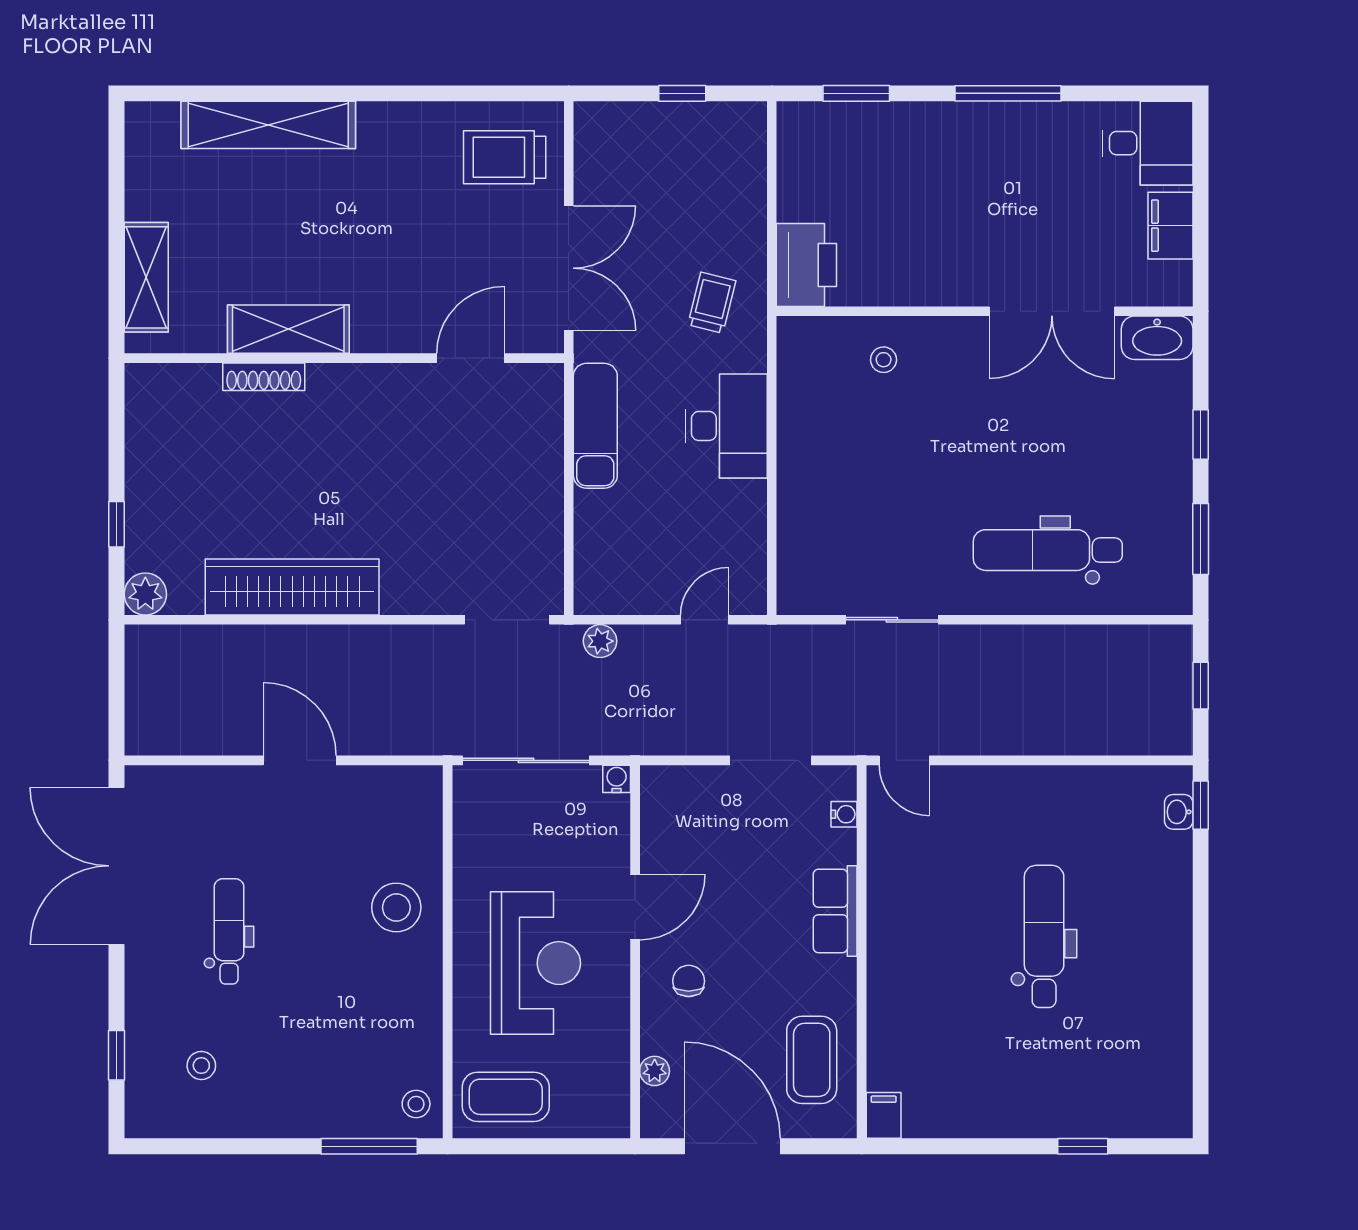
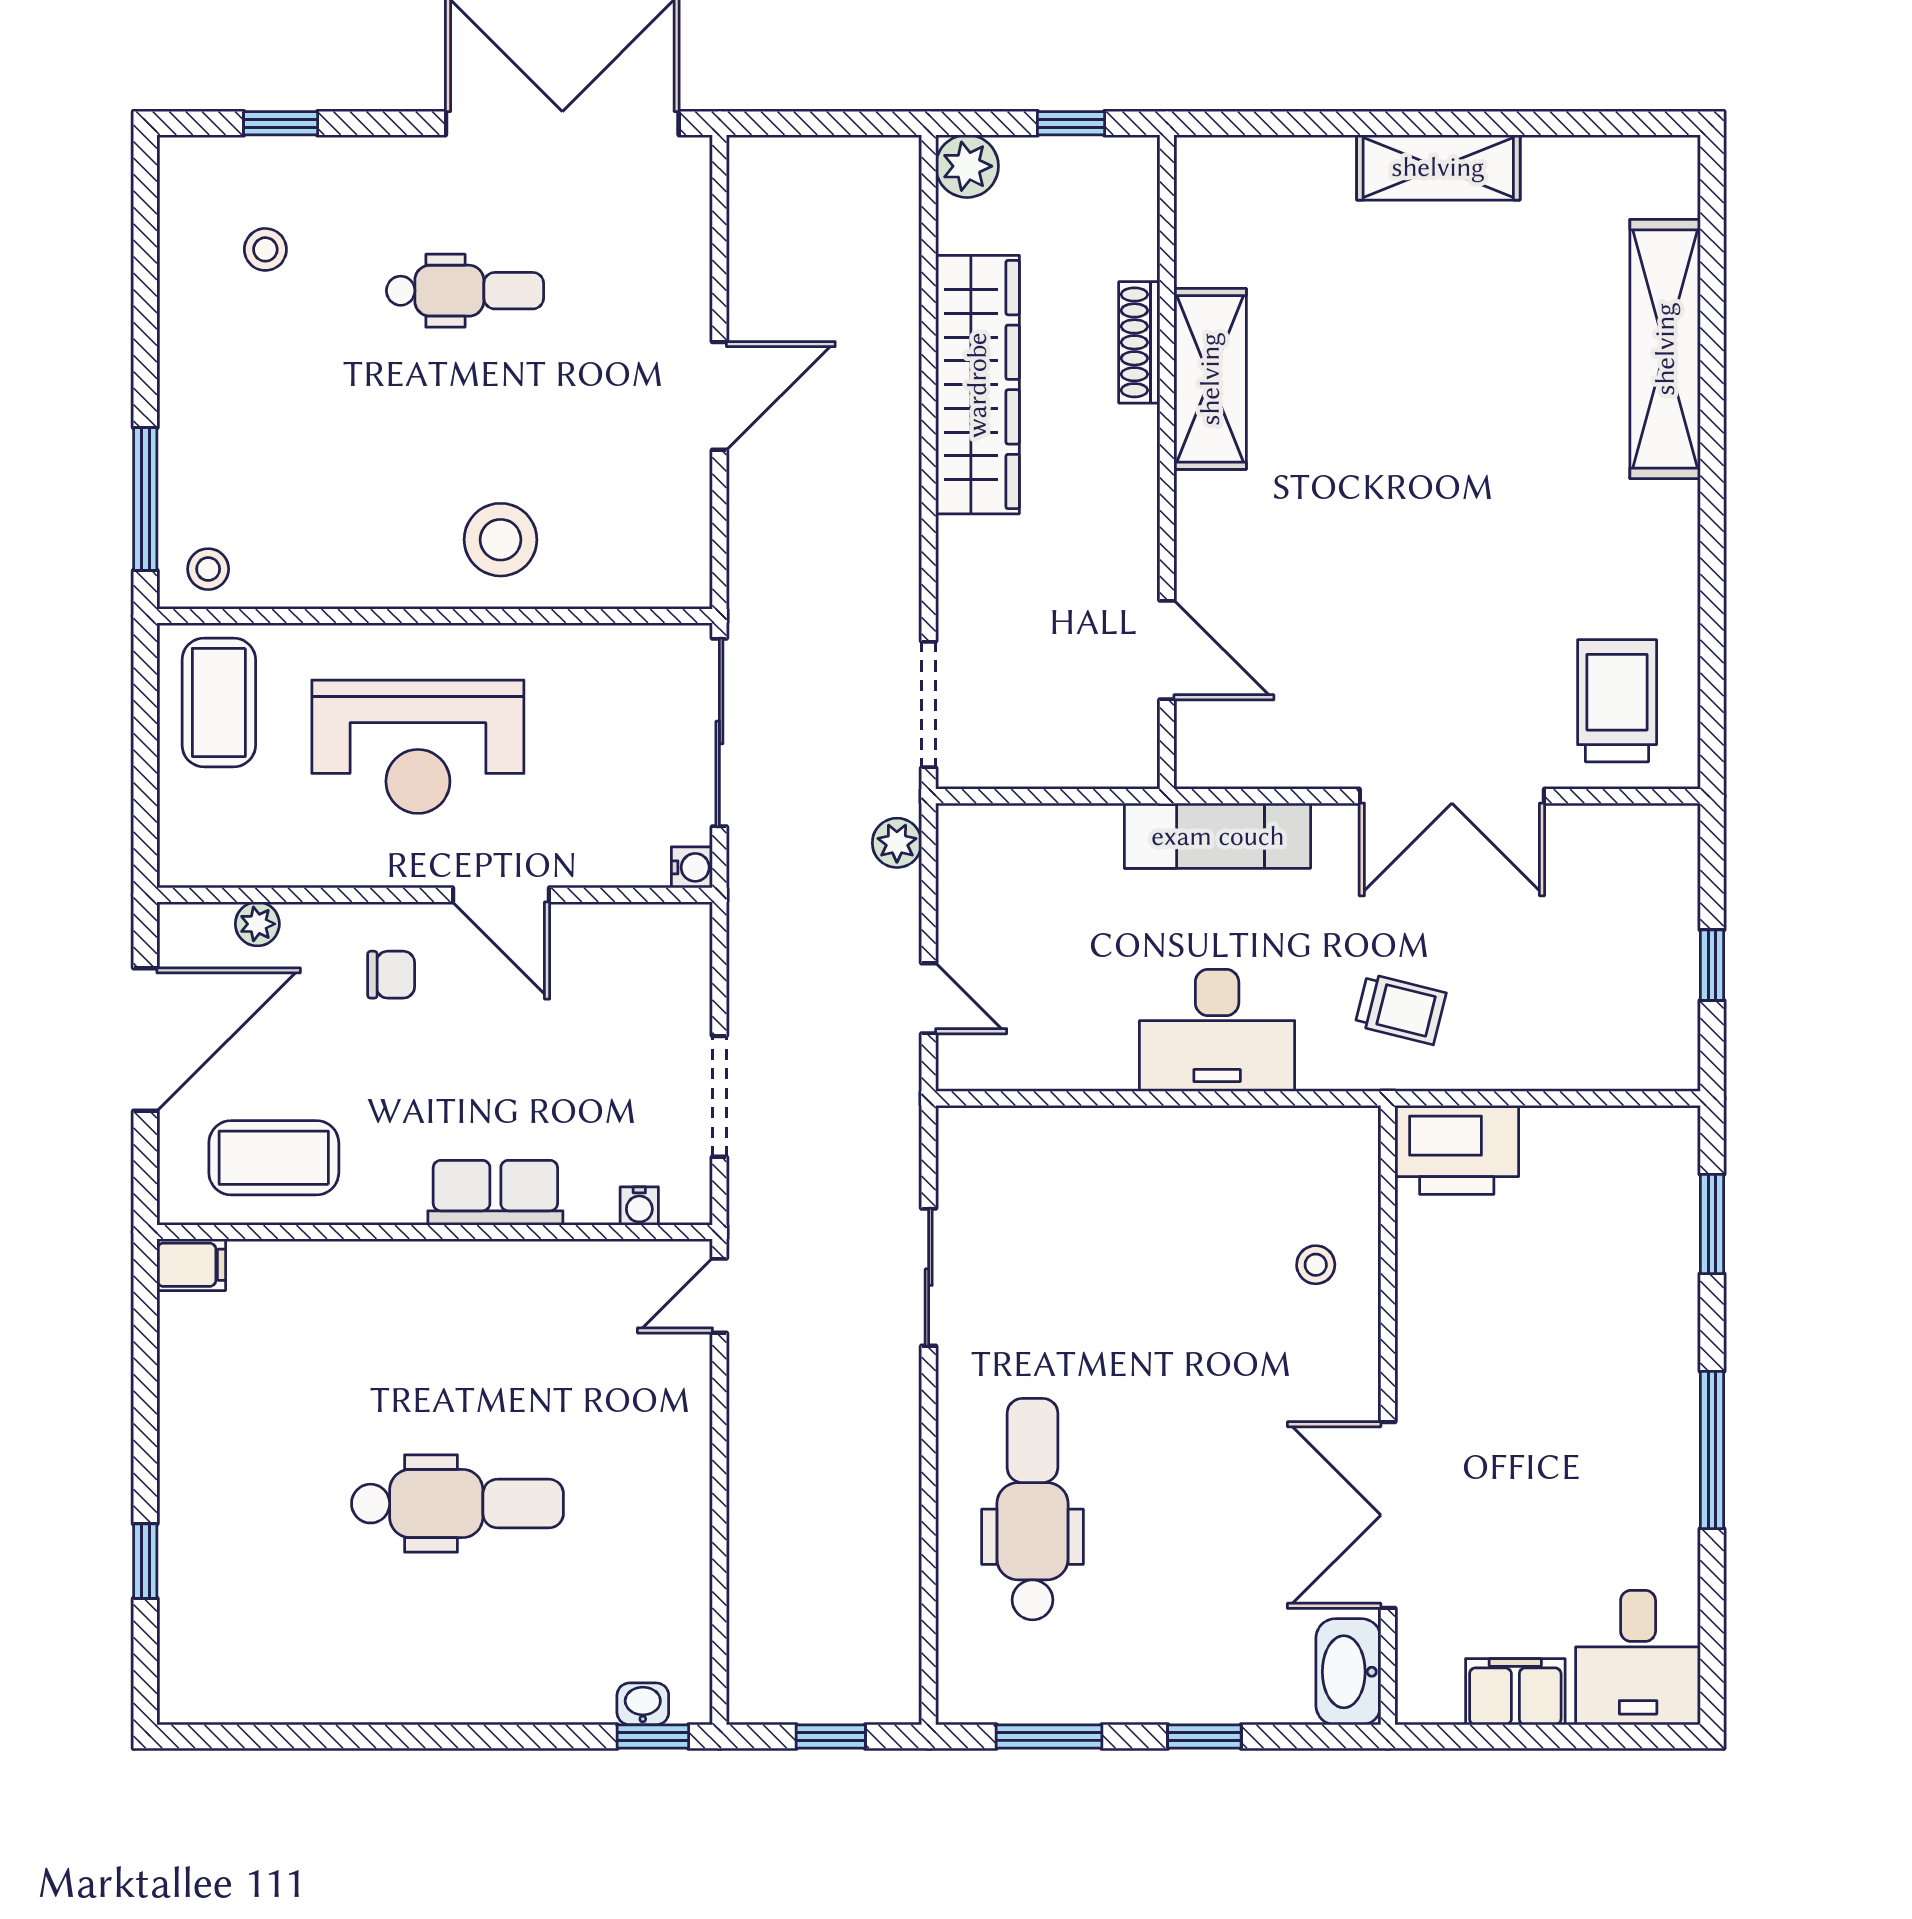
shelving: (288, 329) -> (1210, 379), moved
wall: (344, 358) -> (1167, 462), moved
door: (470, 358) -> (1167, 650), moved
shoe rack: (264, 377) -> (1139, 342), moved

